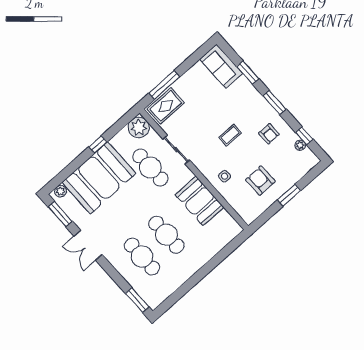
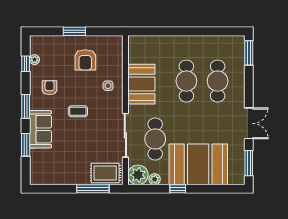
sofa: (221, 66) -> (40, 129), moved
sliding door: (176, 150) -> (125, 135), width x1.37
plant: (60, 191) -> (155, 179), moved

